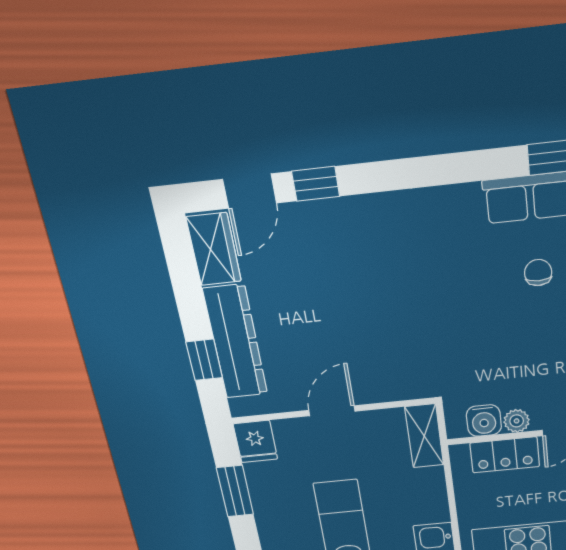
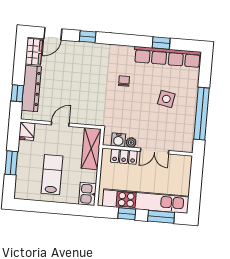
window: (316, 184) -> (88, 37), moved
chair: (538, 273) -> (124, 81), moved
shelving: (424, 436) -> (91, 149), width x1.50, depth x1.33
window: (235, 491) -> (11, 163), moved

